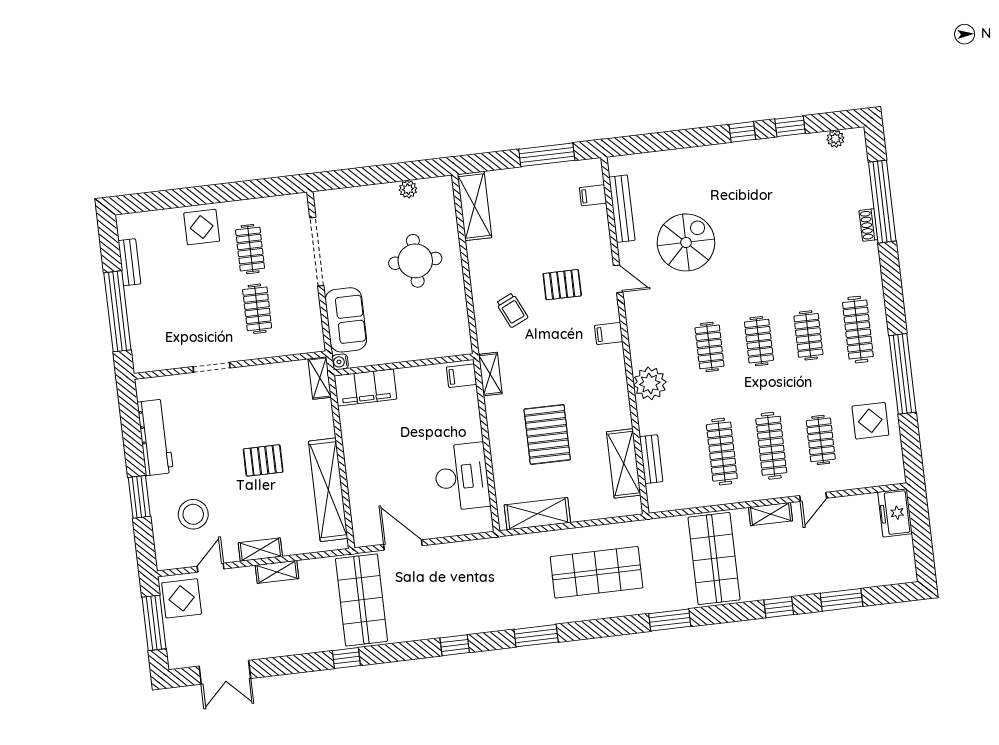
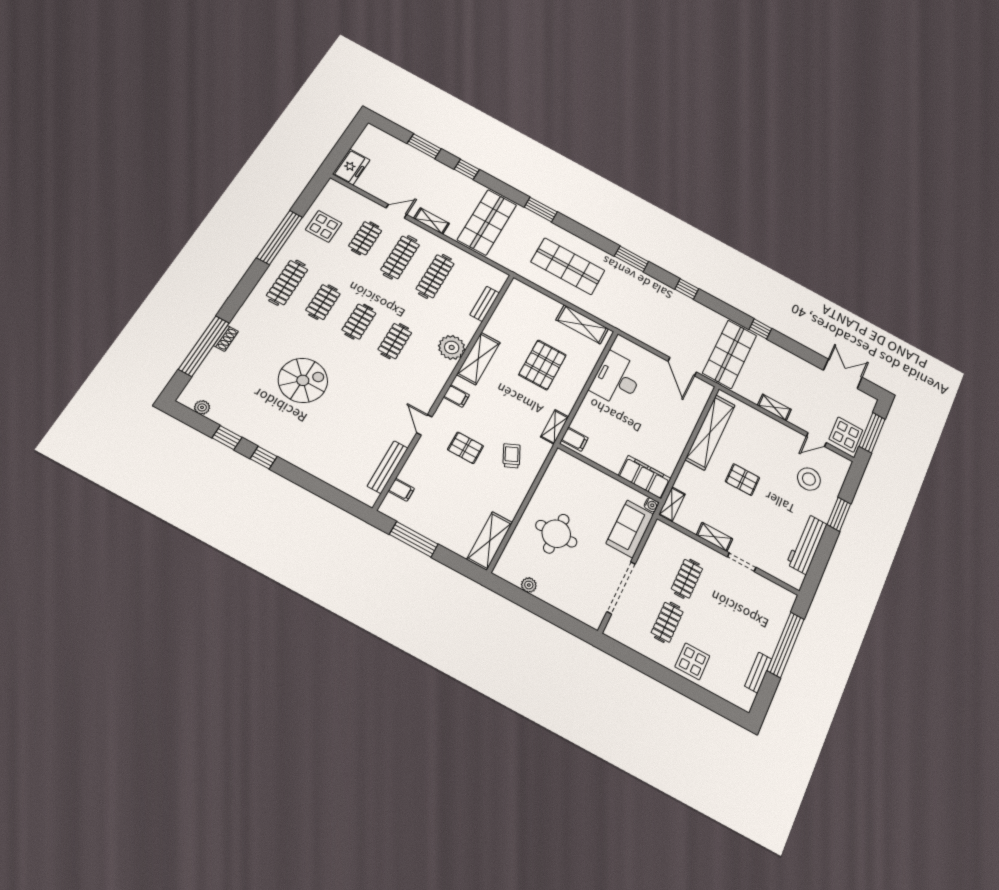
spiral stairs: (686, 242) -> (303, 380), moved, turned 180
shelving: (624, 463) -> (478, 359), moved
shelving: (260, 550) -> (714, 537), moved

